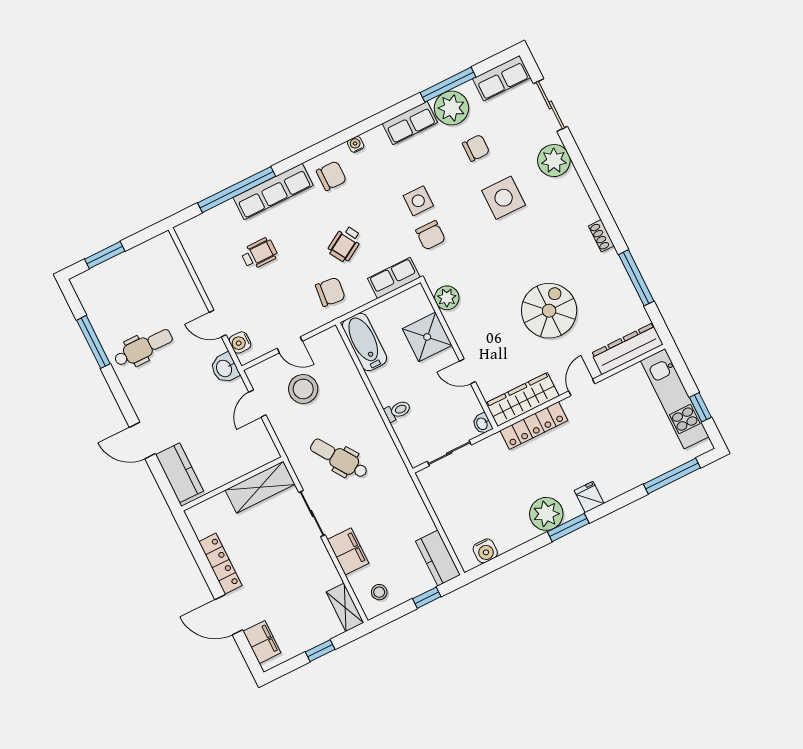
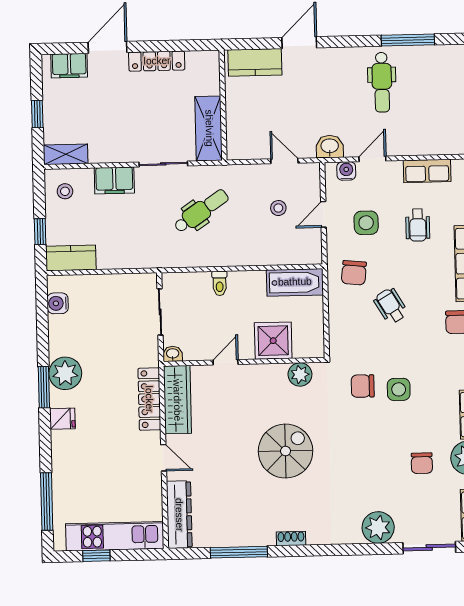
side table: (504, 198) -> (366, 223), moved, width x0.73, depth x0.73
row of seats: (394, 278) -> (427, 171), moved, turned 90
spiral stairs: (549, 311) -> (286, 451), moved, turned -90
stool: (303, 389) -> (278, 208), width x0.53, depth x0.53

